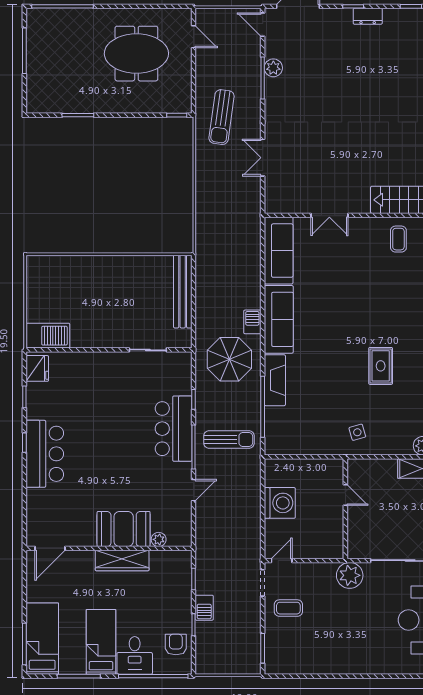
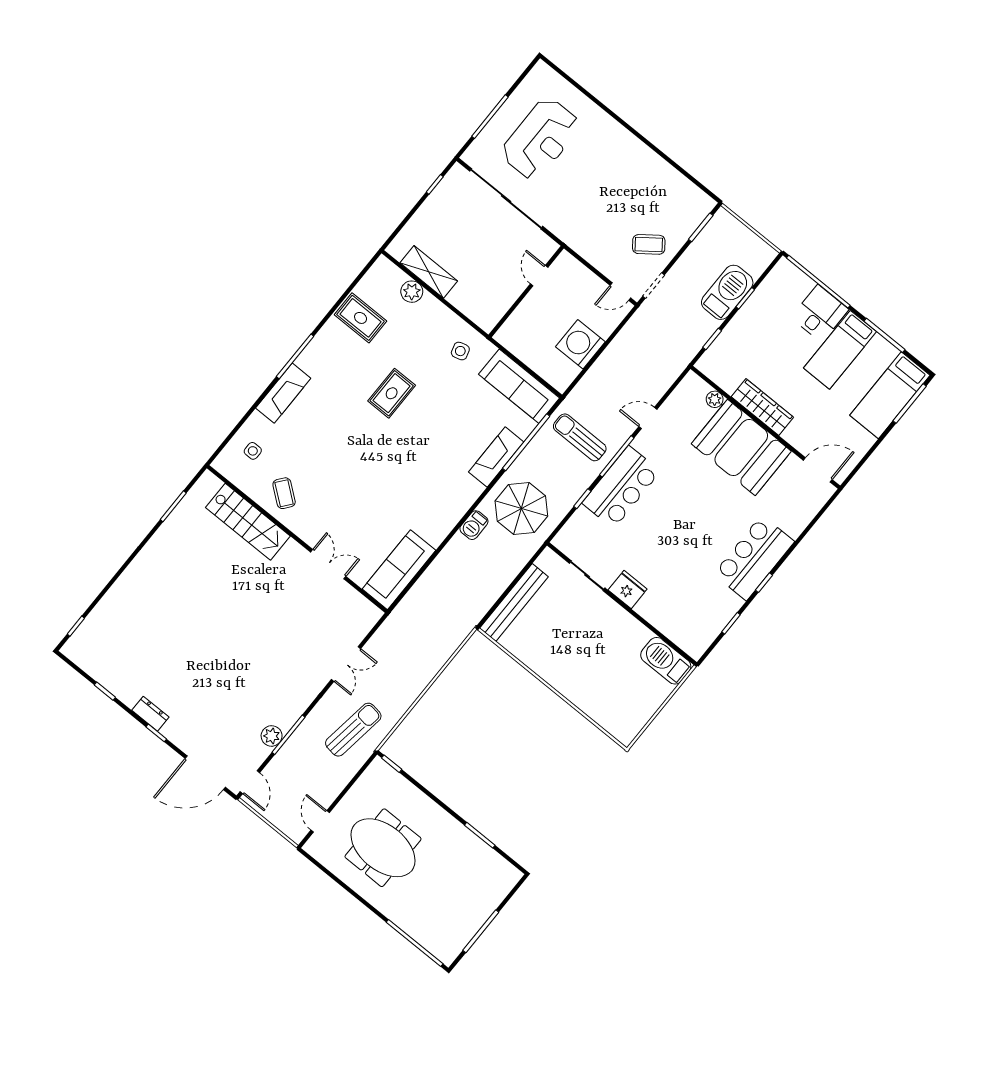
coffee table: (398, 239) -> (284, 493), turned -52
sofa: (279, 319) -> (519, 386), moved, turned -90
fridge: (37, 368) -> (628, 589), moved, turned 90
door: (345, 495) -> (539, 276), moved
booth: (124, 529) -> (741, 447), width x1.36, depth x1.42
plant: (350, 575) -> (571, 229), removed
barbecue: (204, 608) -> (727, 292), width x1.88, depth x1.53
coffee table: (288, 608) -> (649, 244), turned -37
armchair: (176, 645) -> (775, 293), removed

